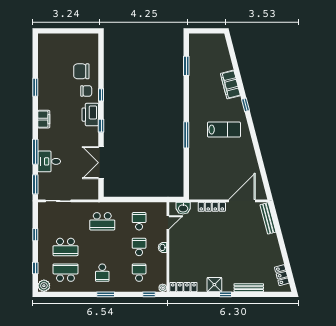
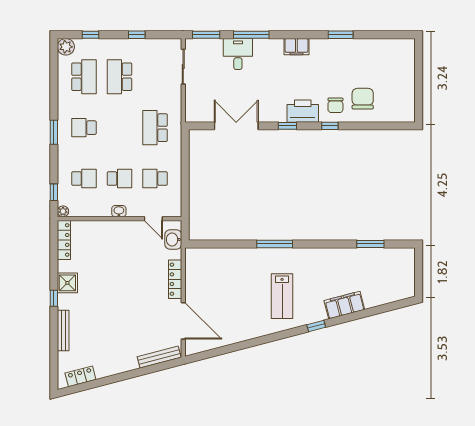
school desk: (139, 221) -> (155, 179), turned 180

